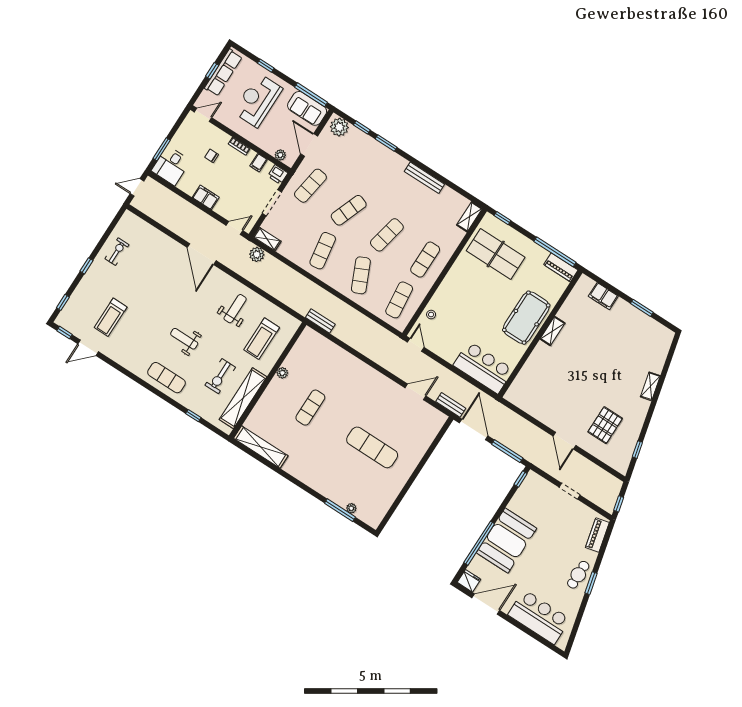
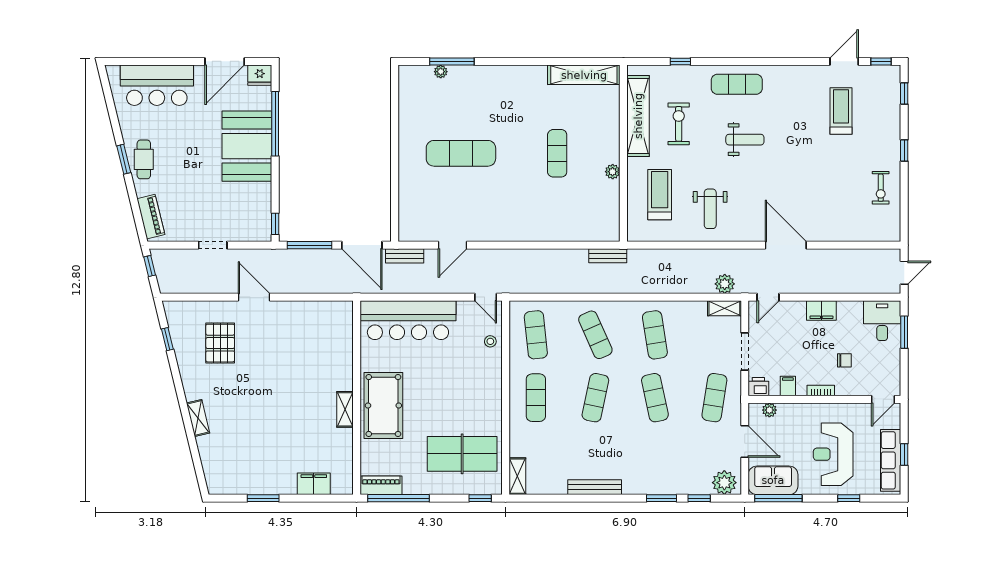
reception desk: (258, 100) -> (833, 454), turned 180
exercise mat: (349, 210) -> (655, 398), turned -33
bar counter: (483, 367) -> (408, 320), width x1.36

